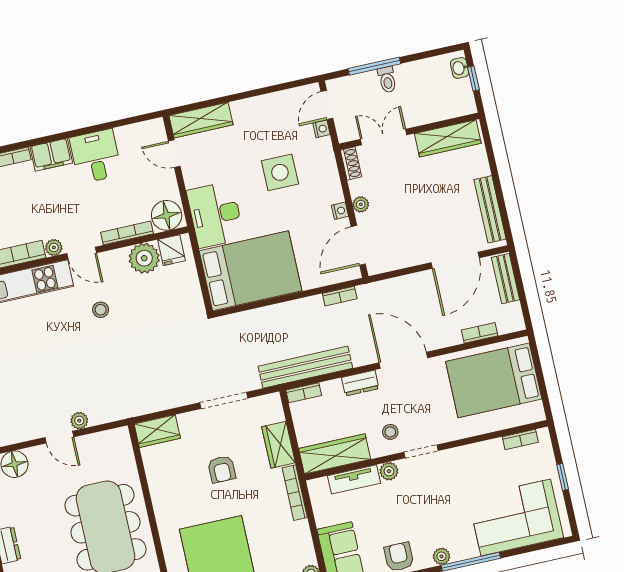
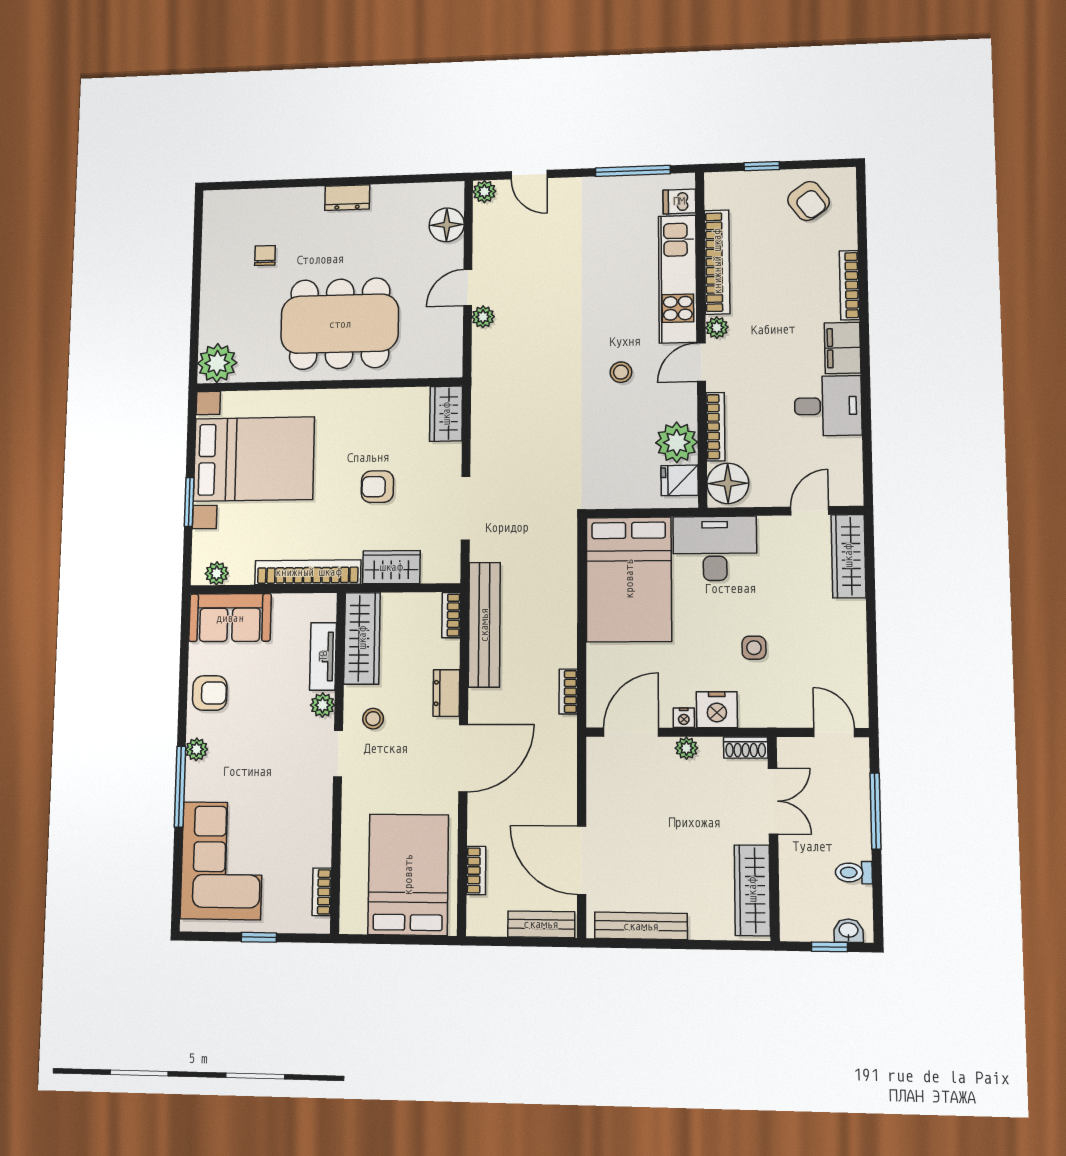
toilet: (387, 80) -> (854, 873), moved
nightstand: (322, 129) -> (717, 710), moved, width x1.89, depth x1.79
side table: (280, 172) -> (754, 648), width x0.54, depth x0.54
door: (358, 245) -> (631, 732), hinge flipped
bookcase: (295, 493) -> (308, 572), width x1.48, depth x1.31

